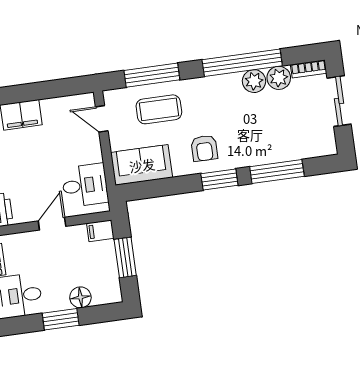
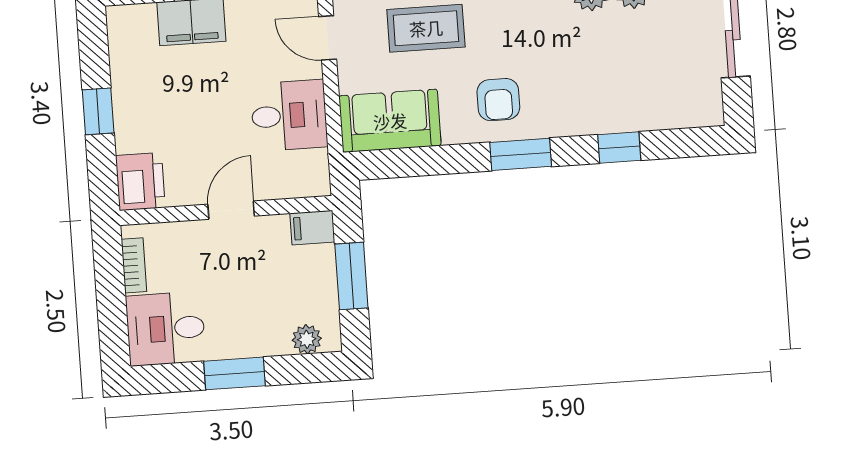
window: (277, 171) -> (619, 147), width x0.46
desk: (85, 185) -> (289, 115), moved
plant: (101, 296) -> (307, 339), added
floor lamp: (80, 297) -> (271, 339), removed

